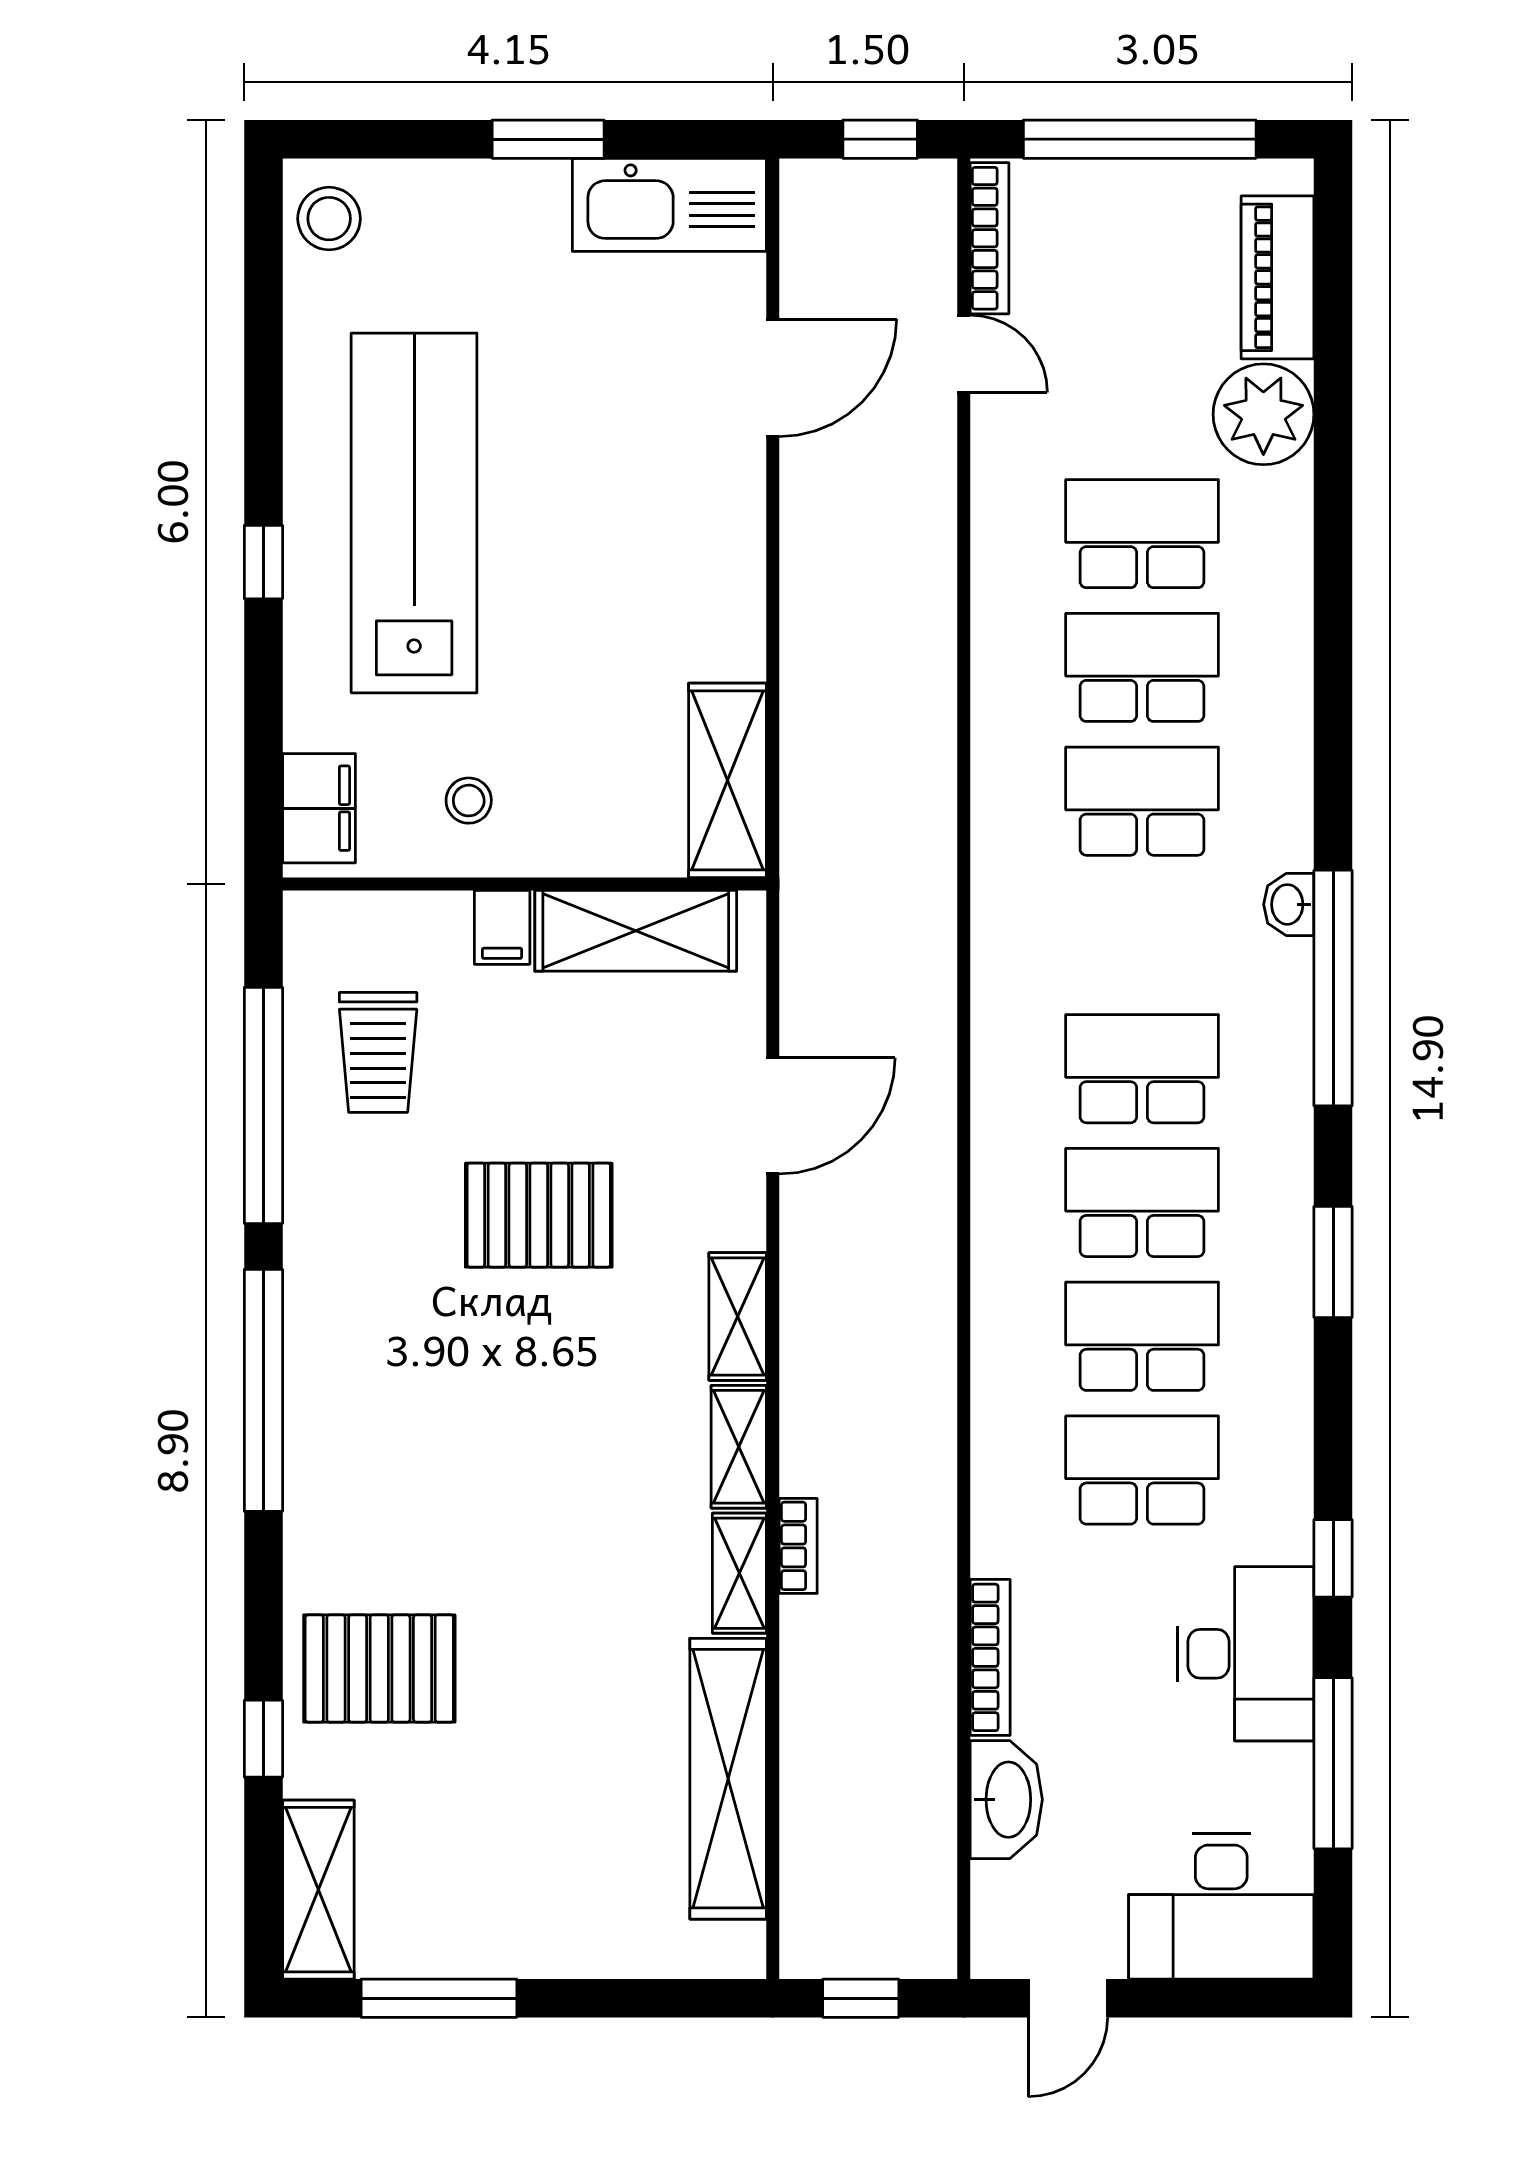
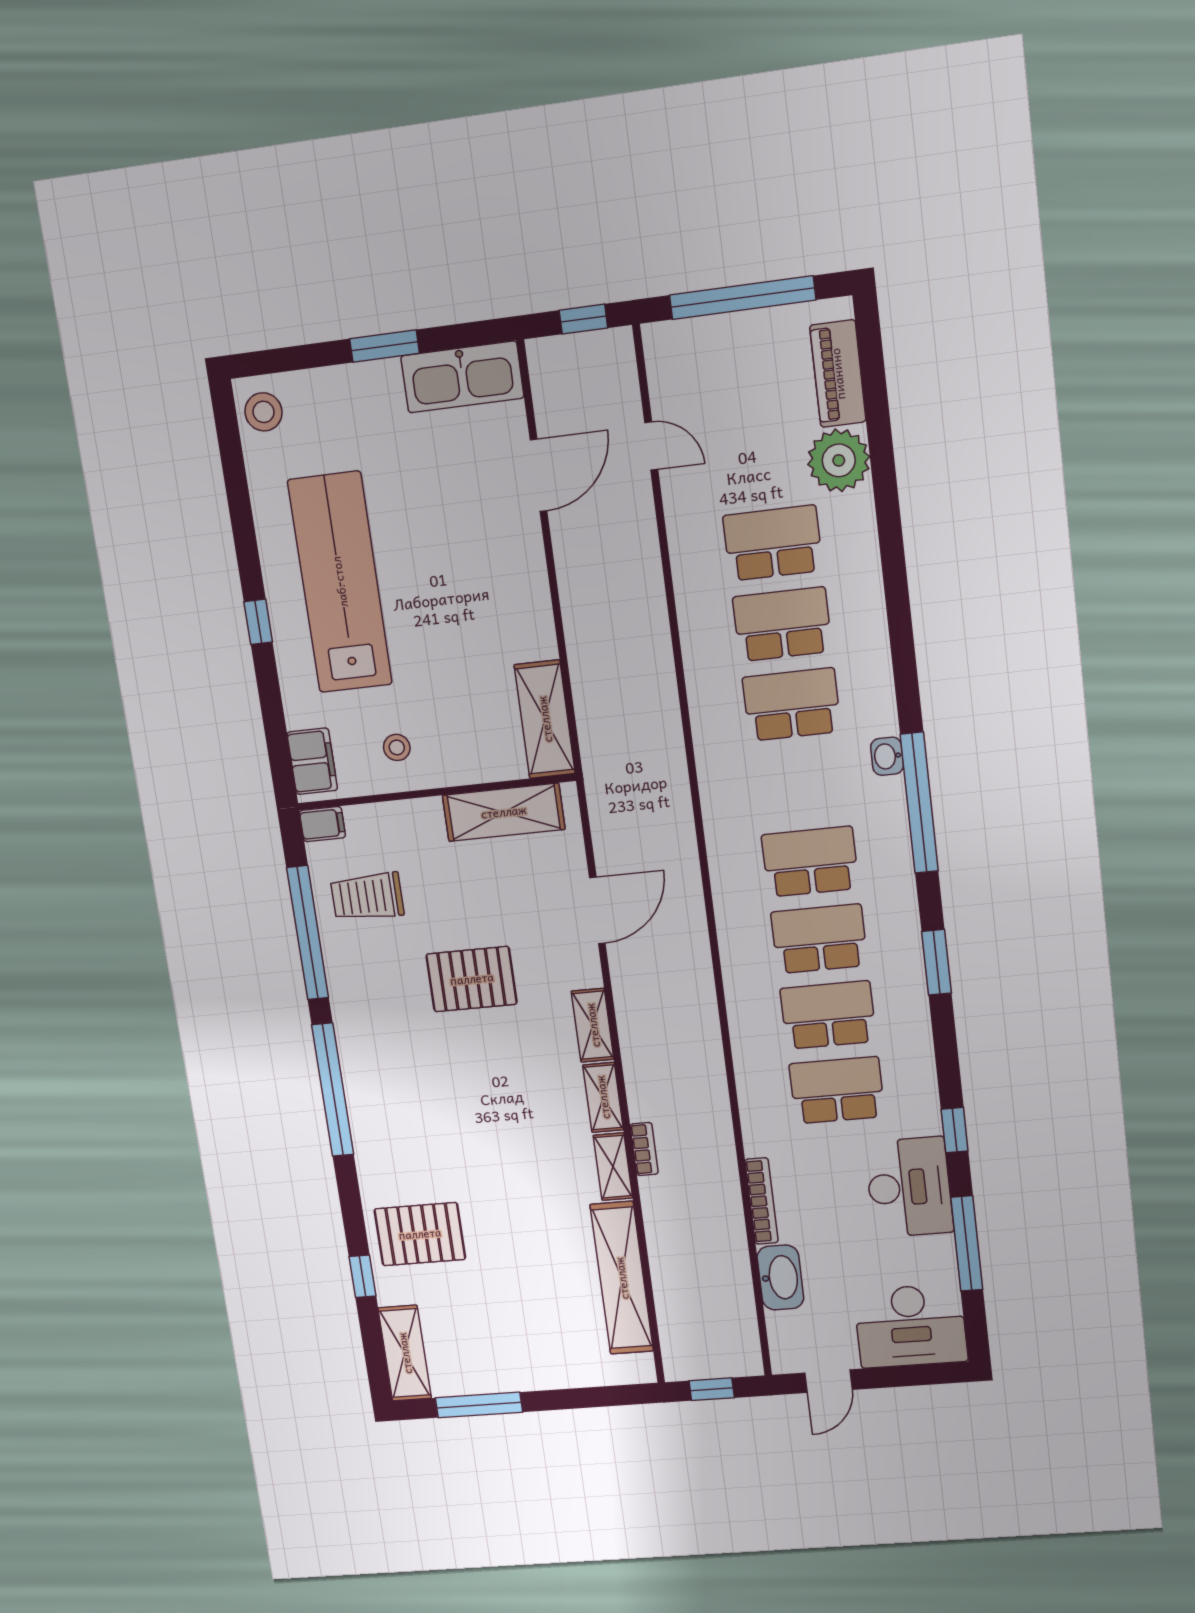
bookcase: (989, 238) -> (658, 372), removed
filing cabinet: (502, 927) -> (322, 824), moved, turned -90
trolley: (378, 1052) -> (367, 897), turned 90

